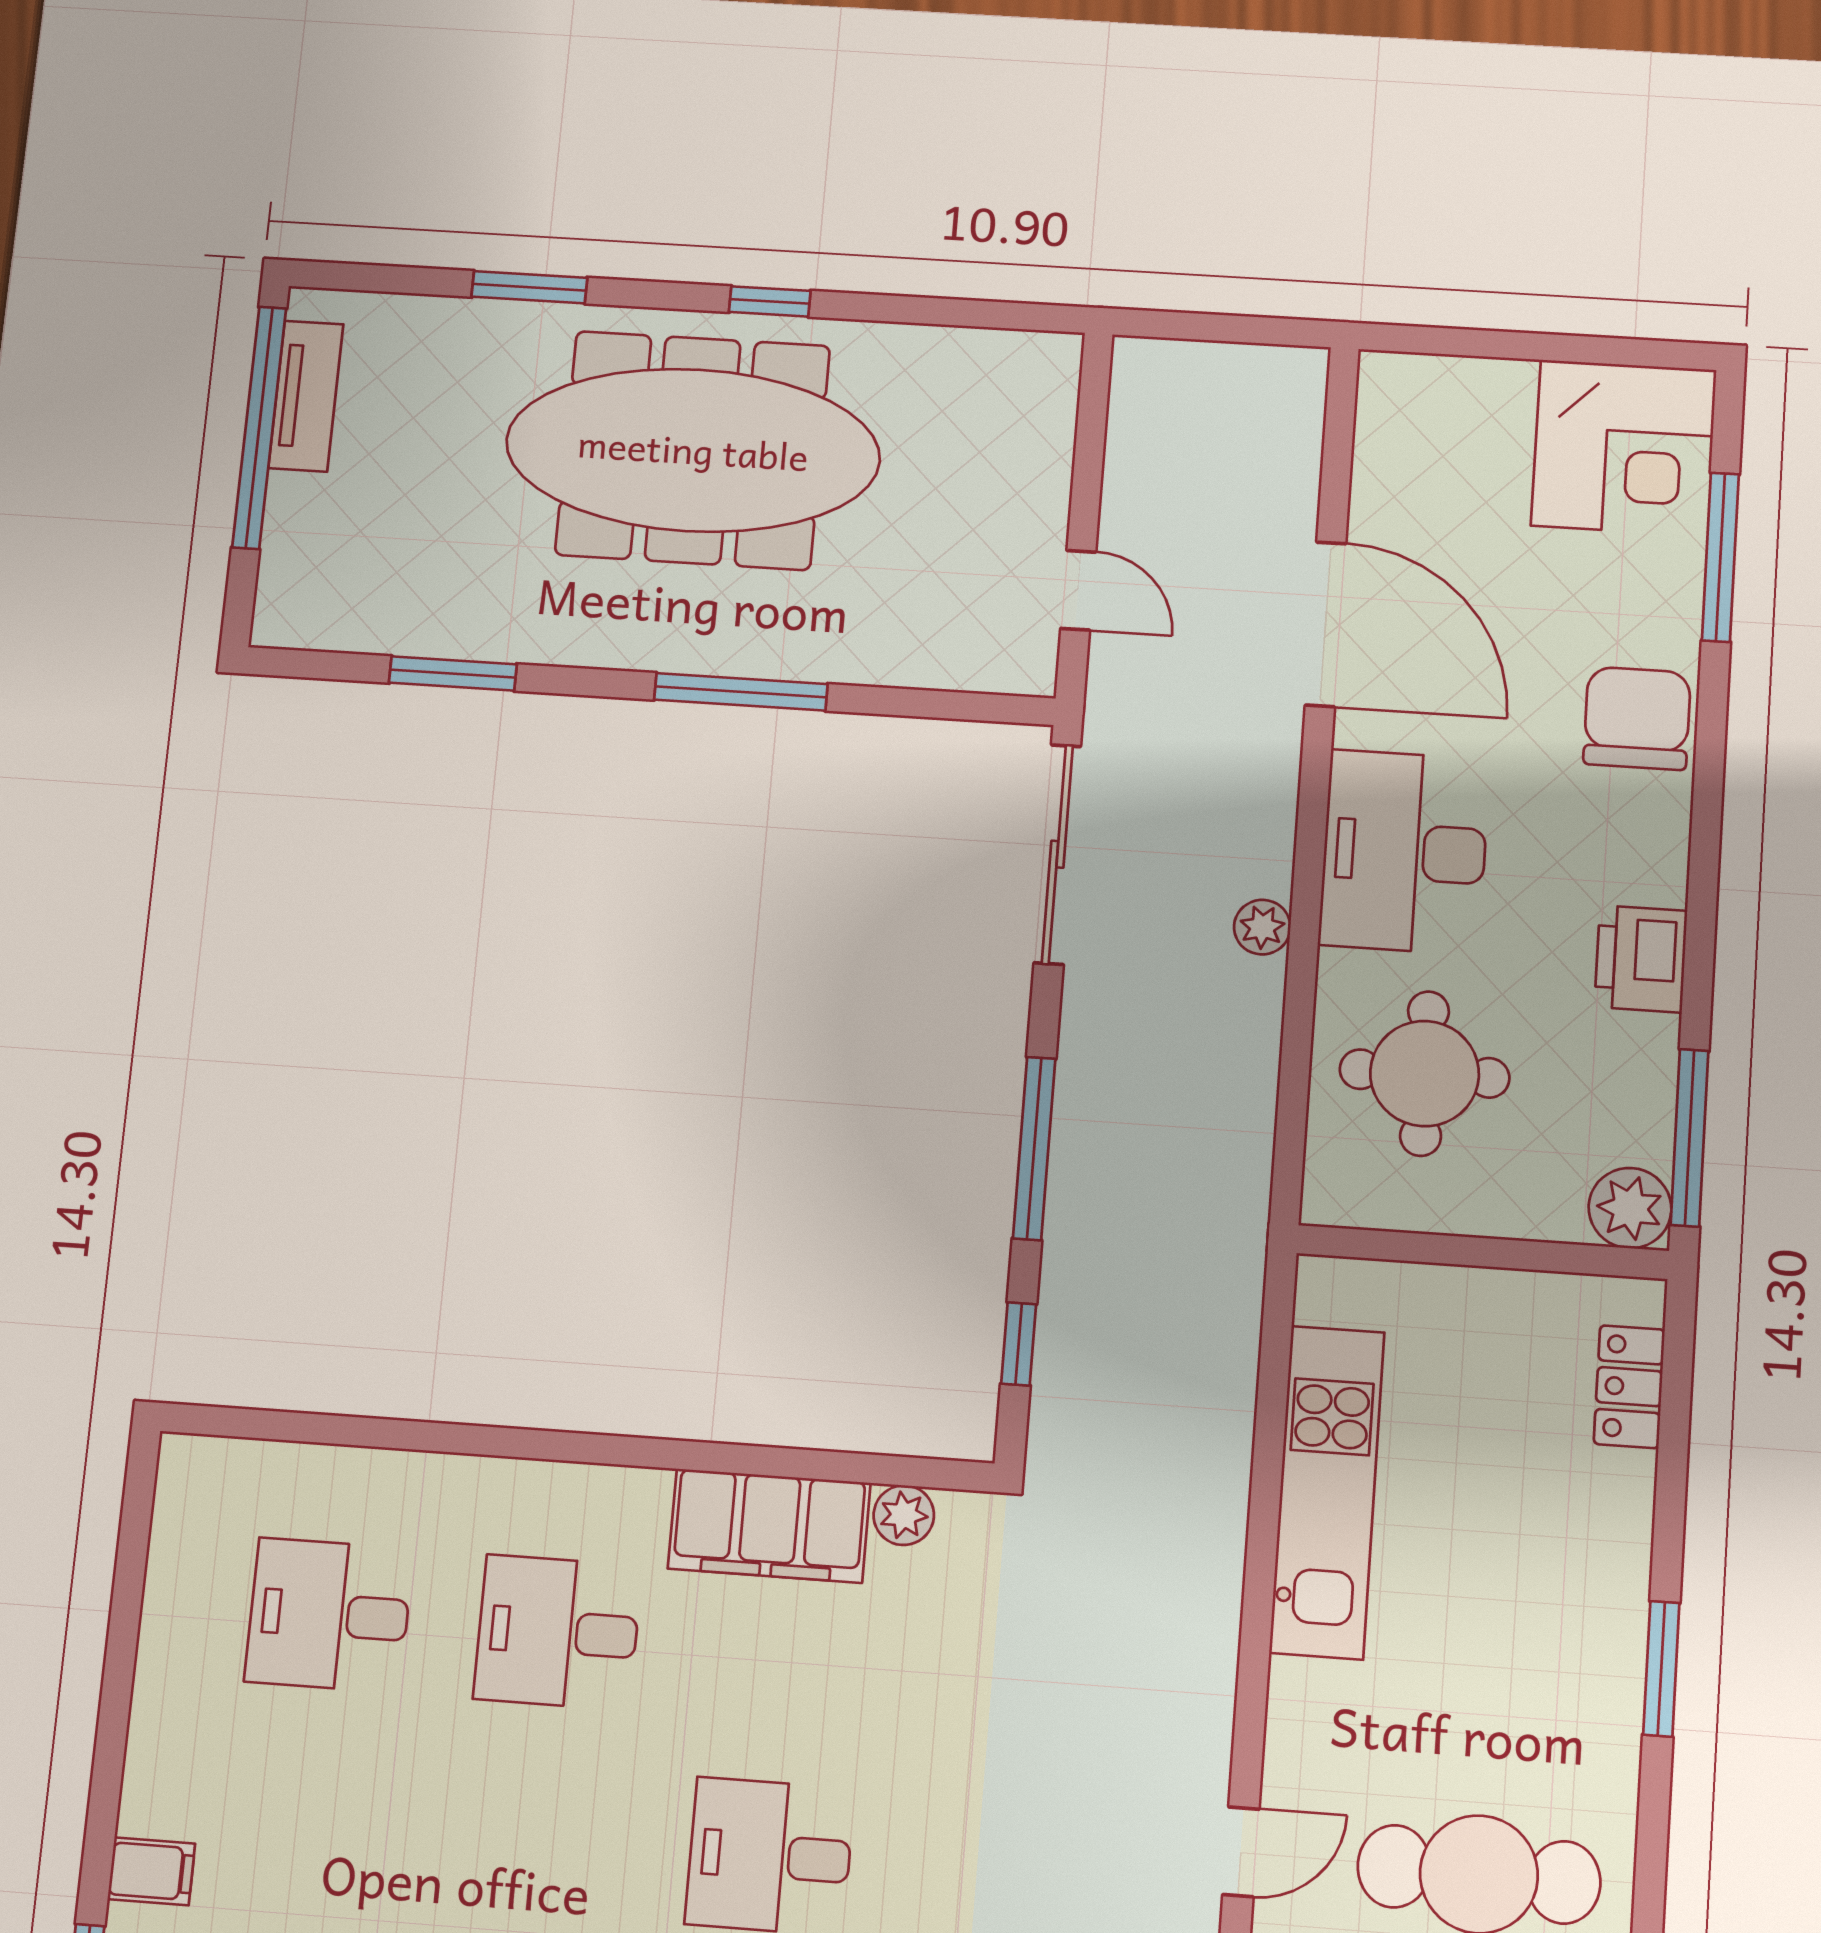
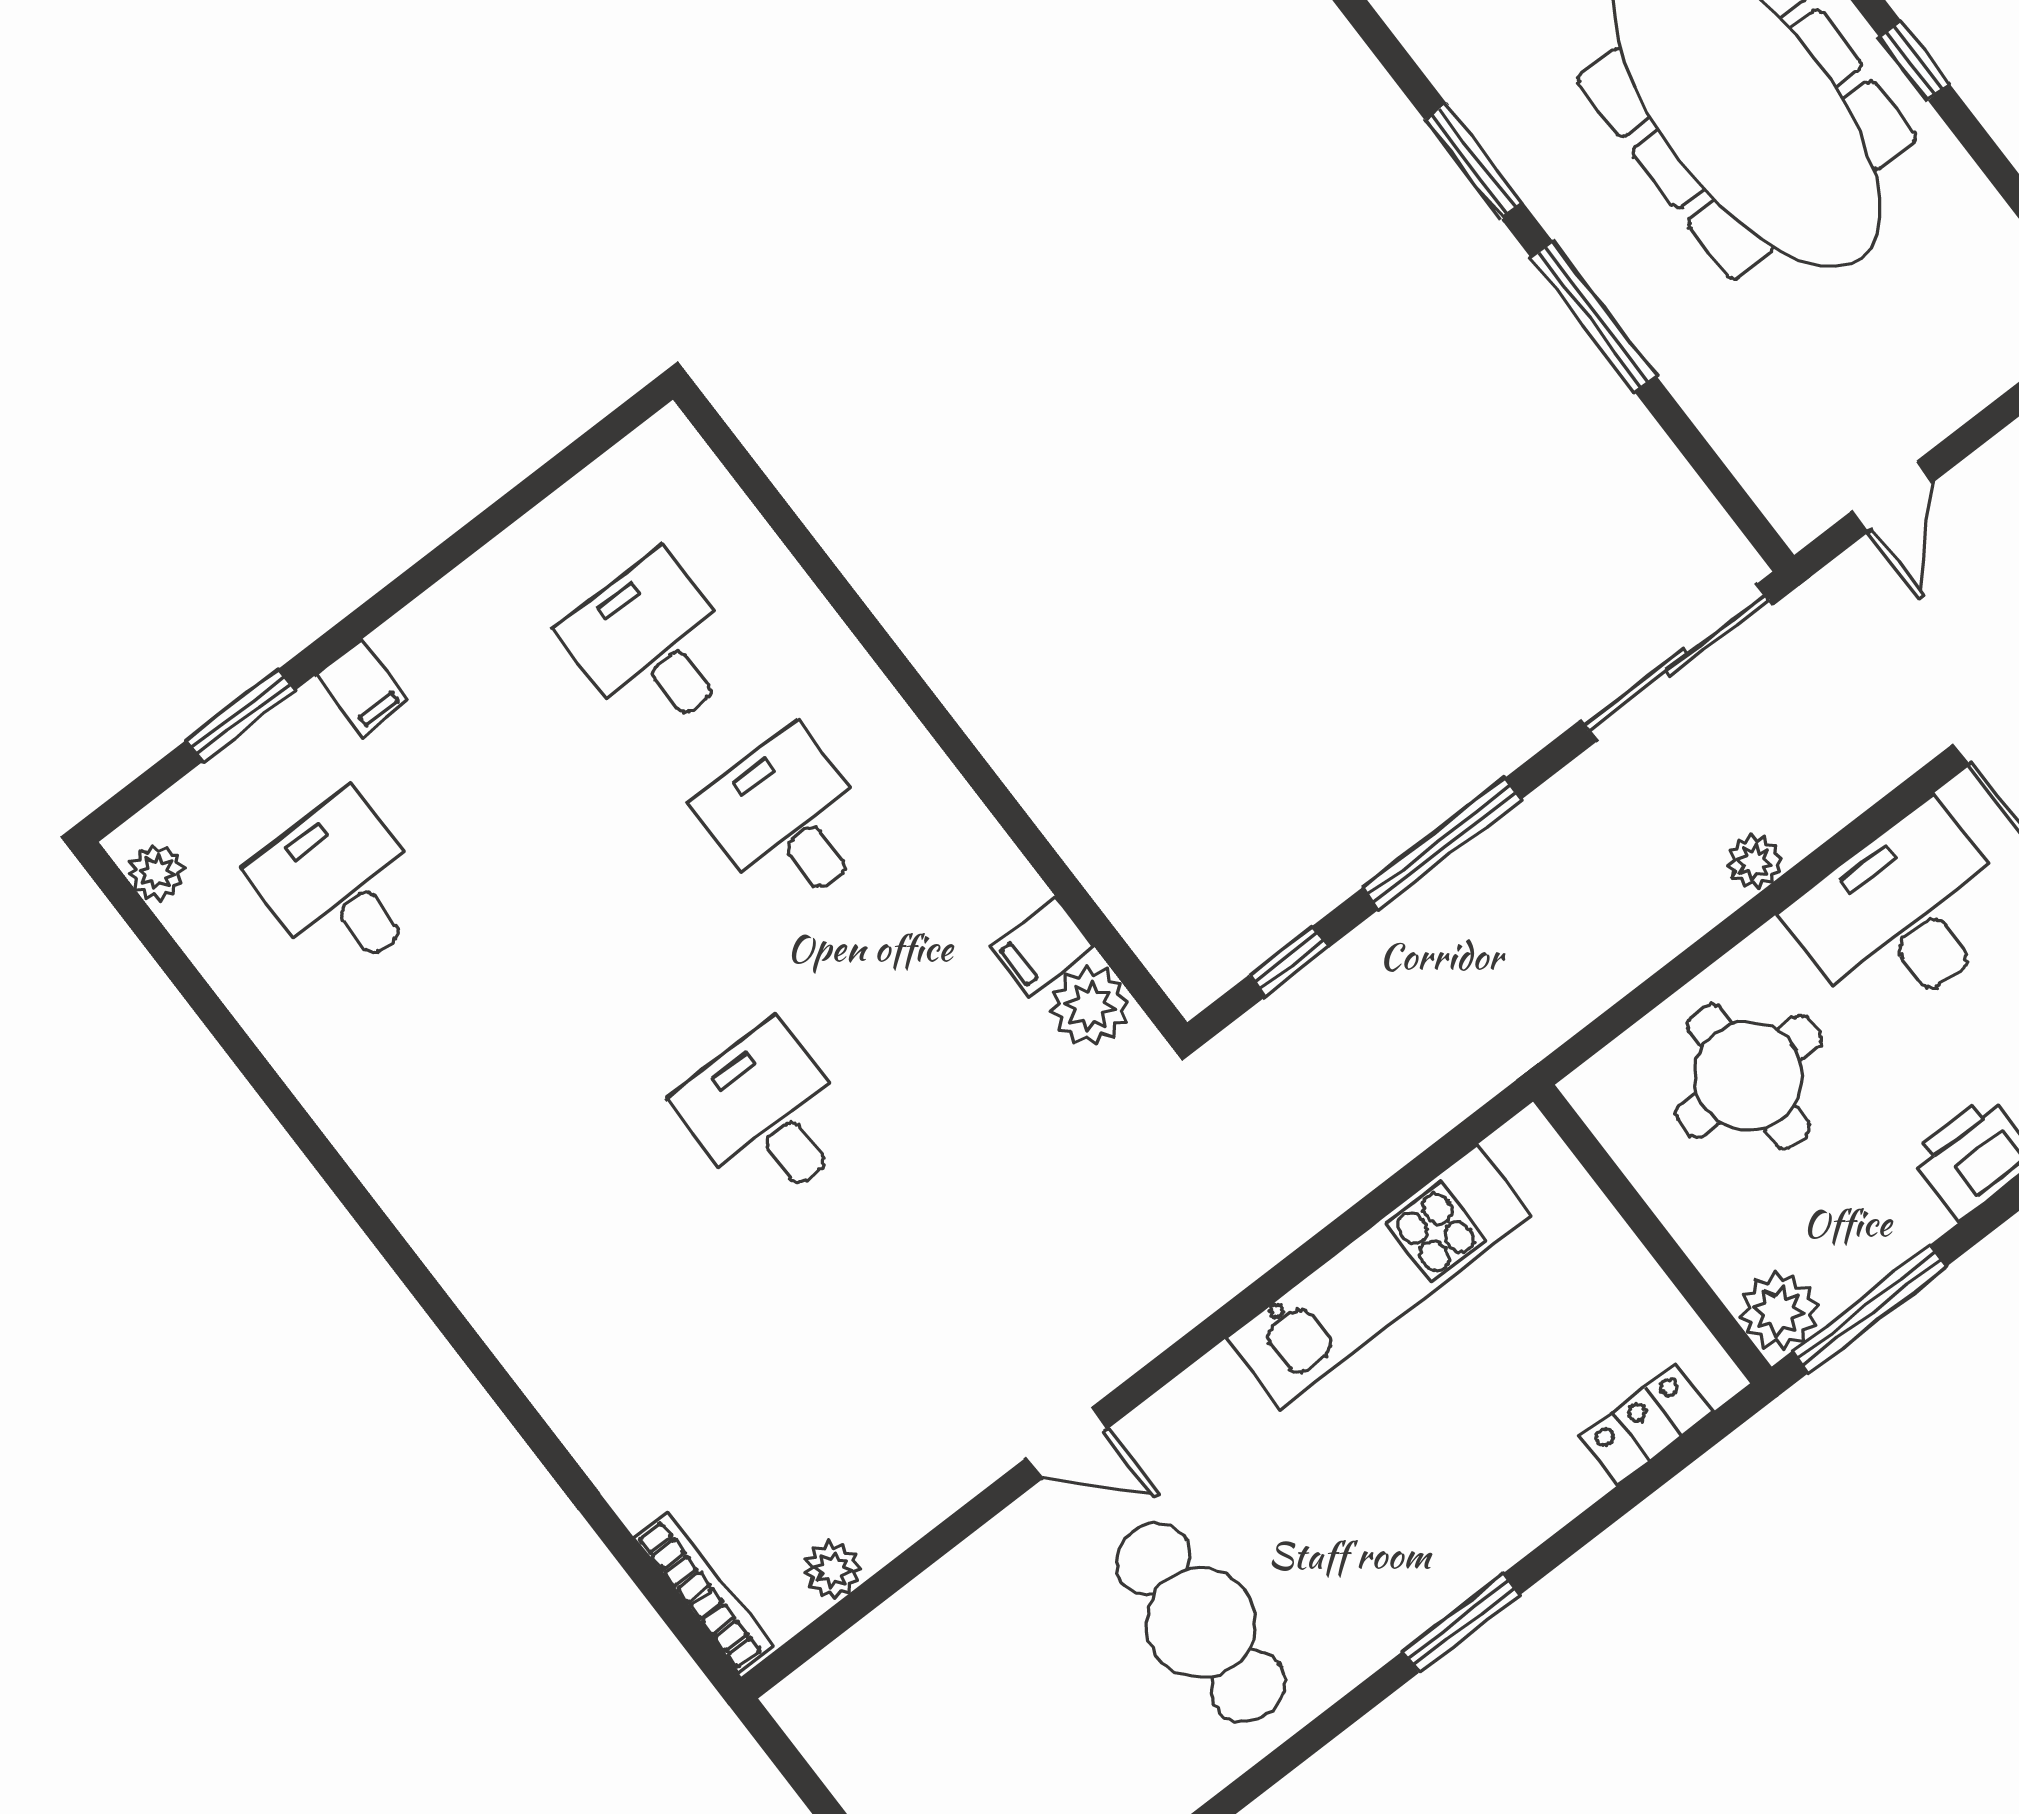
window: (453, 674) -> (1474, 161), moved
plant: (904, 1515) -> (1090, 1006), width x1.38, depth x1.38
filing cabinet: (769, 1526) -> (1042, 947), width x0.33, depth x0.86

